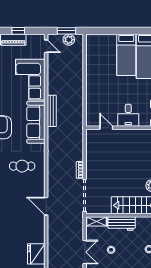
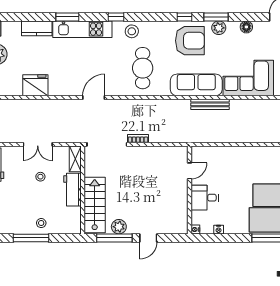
cafe table: (22, 166) -> (143, 68), width x1.37, depth x1.35

